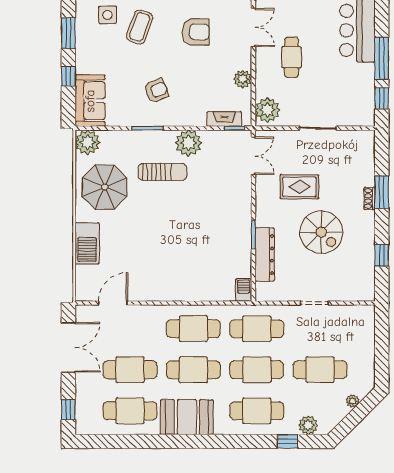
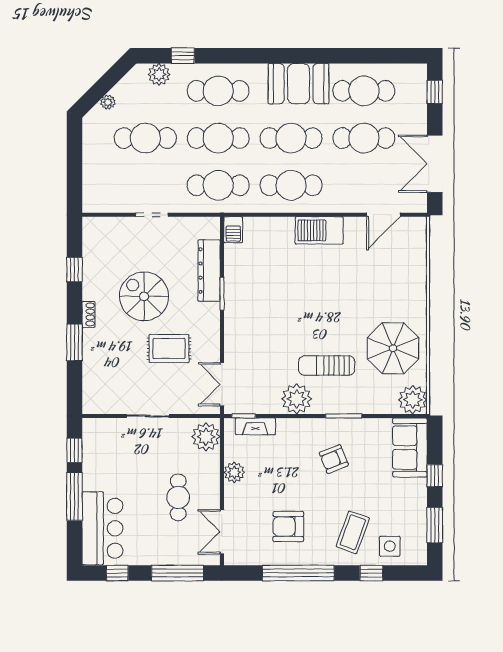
shoe rack: (369, 198) -> (88, 314), moved
barbecue: (87, 243) -> (319, 230), moved, turned -90

